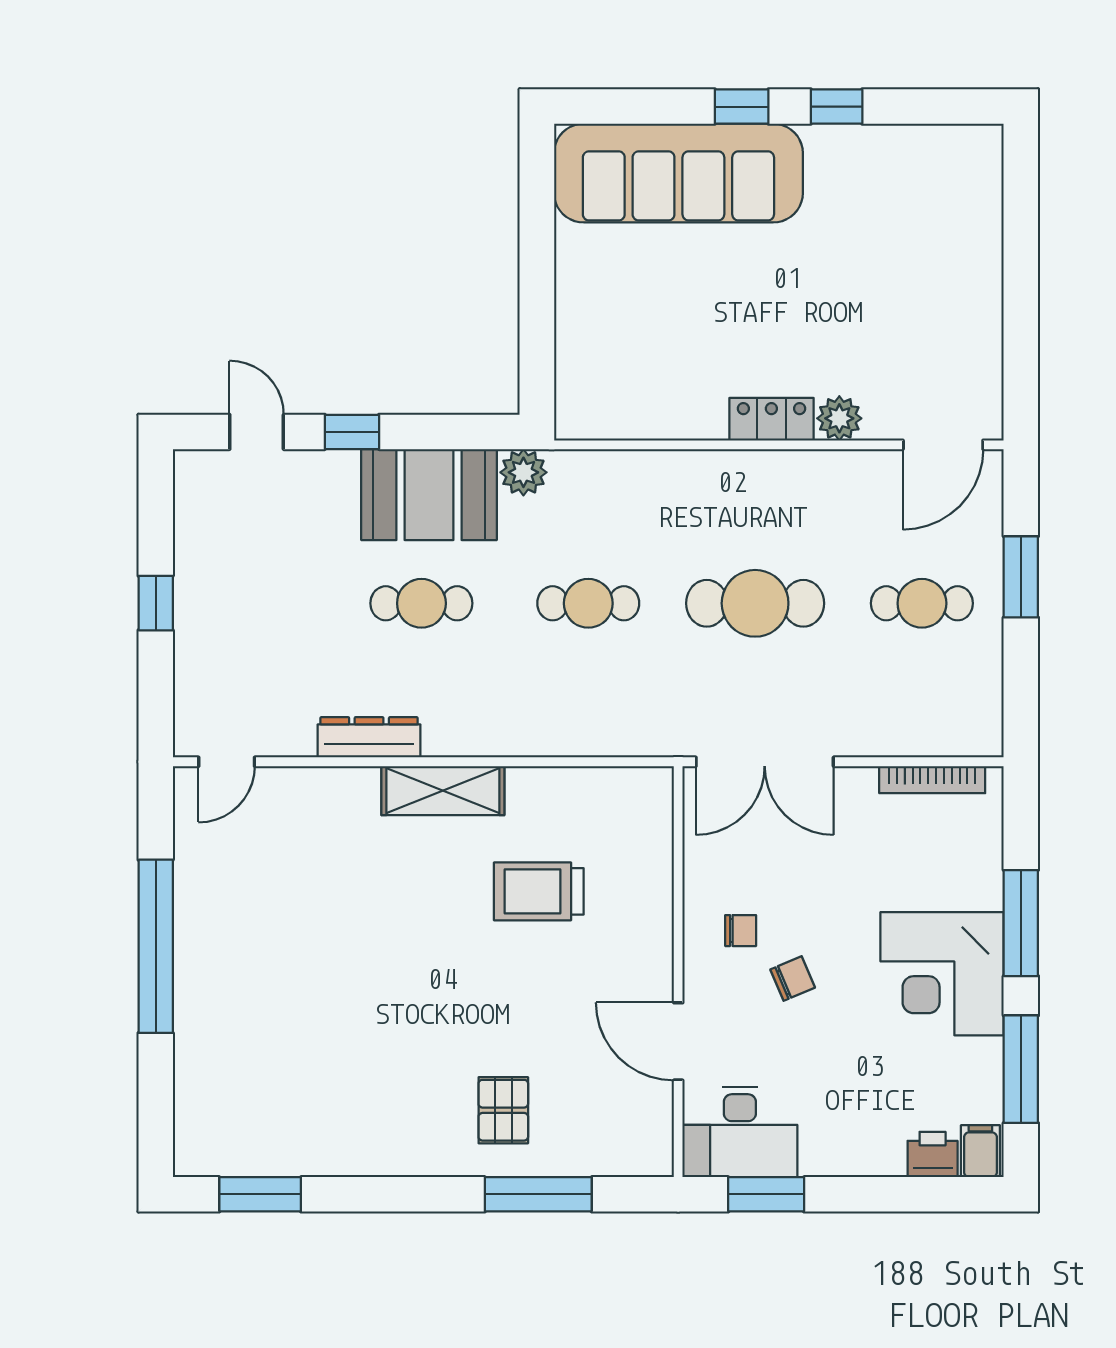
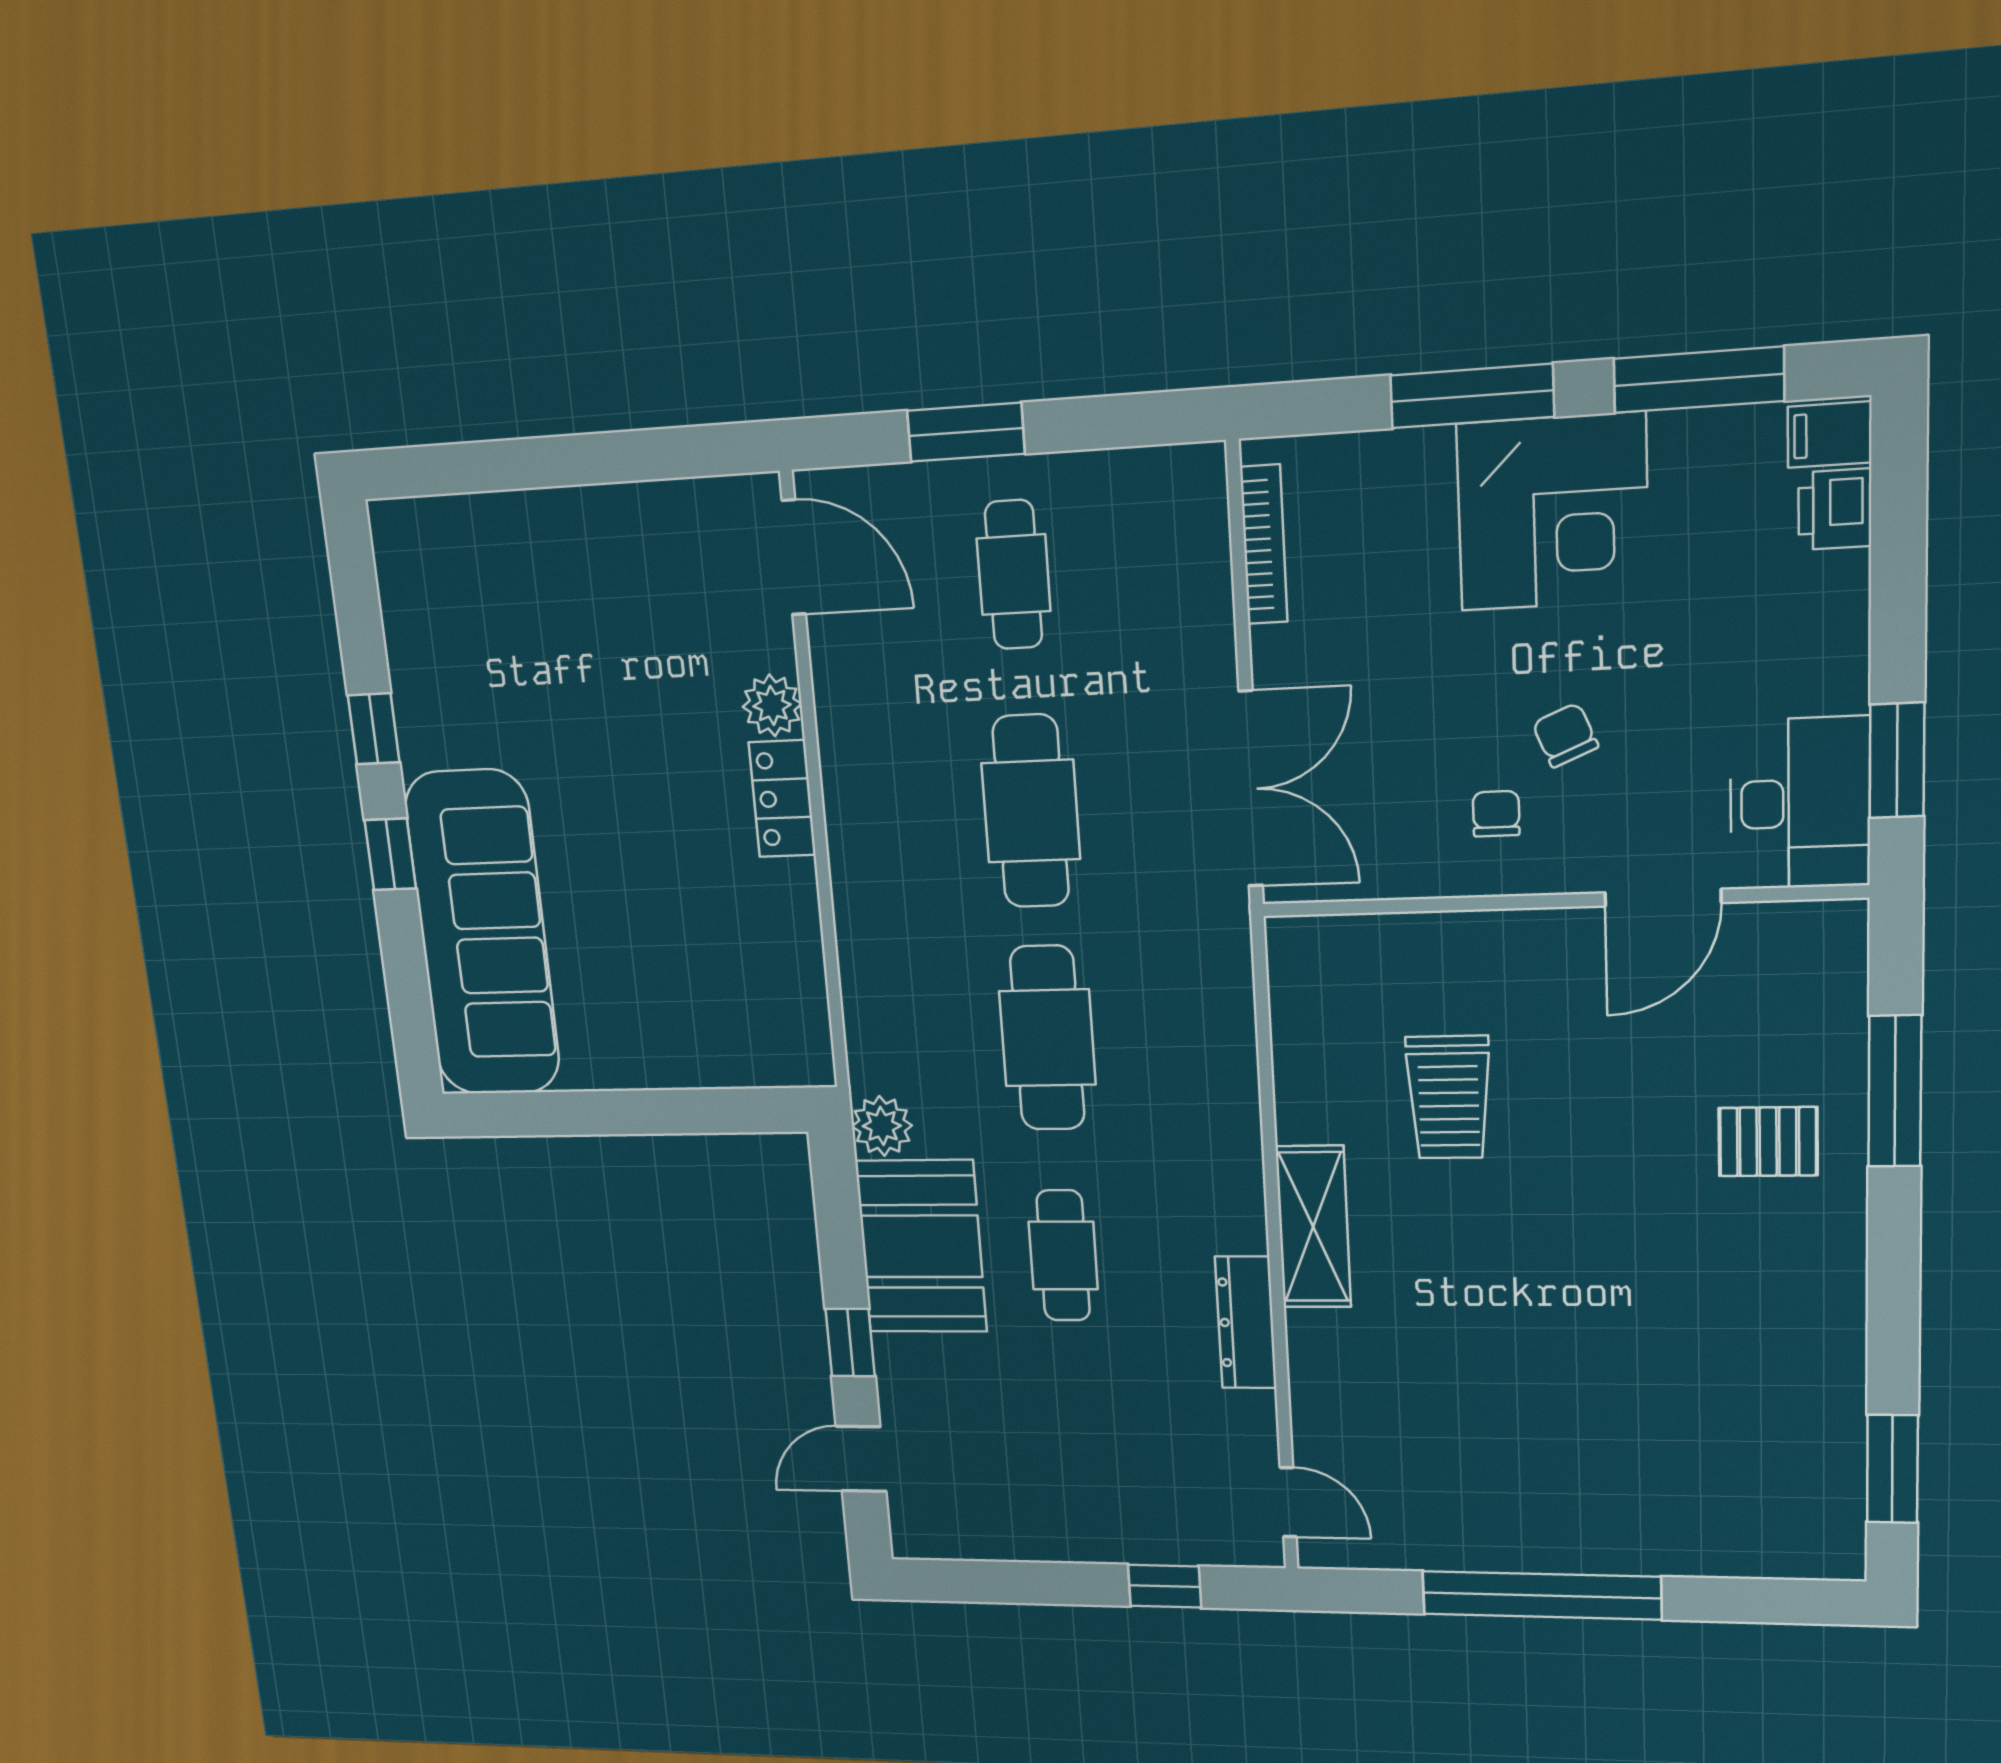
window: (156, 603) -> (1165, 1586), moved
cafe table: (588, 603) -> (1047, 1038), width x1.37, depth x1.35

